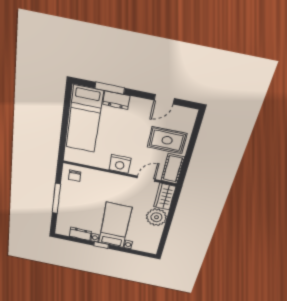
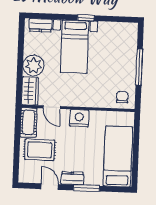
window: (110, 88) -> (87, 188), moved
door: (164, 99) -> (50, 187), hinge flipped
dresser: (116, 100) -> (72, 178), moved
door: (146, 179) -> (52, 107), hinge flipped
dresser: (80, 234) -> (41, 25), moved

